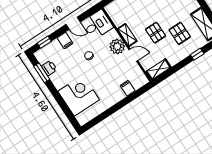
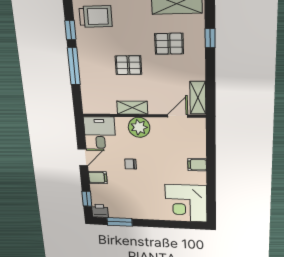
pallet: (156, 33) -> (128, 65), moved
door: (133, 55) -> (178, 116), moved
printer: (49, 68) -> (100, 211), moved
filing cabinet: (128, 88) -> (197, 165), moved
corner desk: (79, 95) -> (186, 203), moved, turned -90

